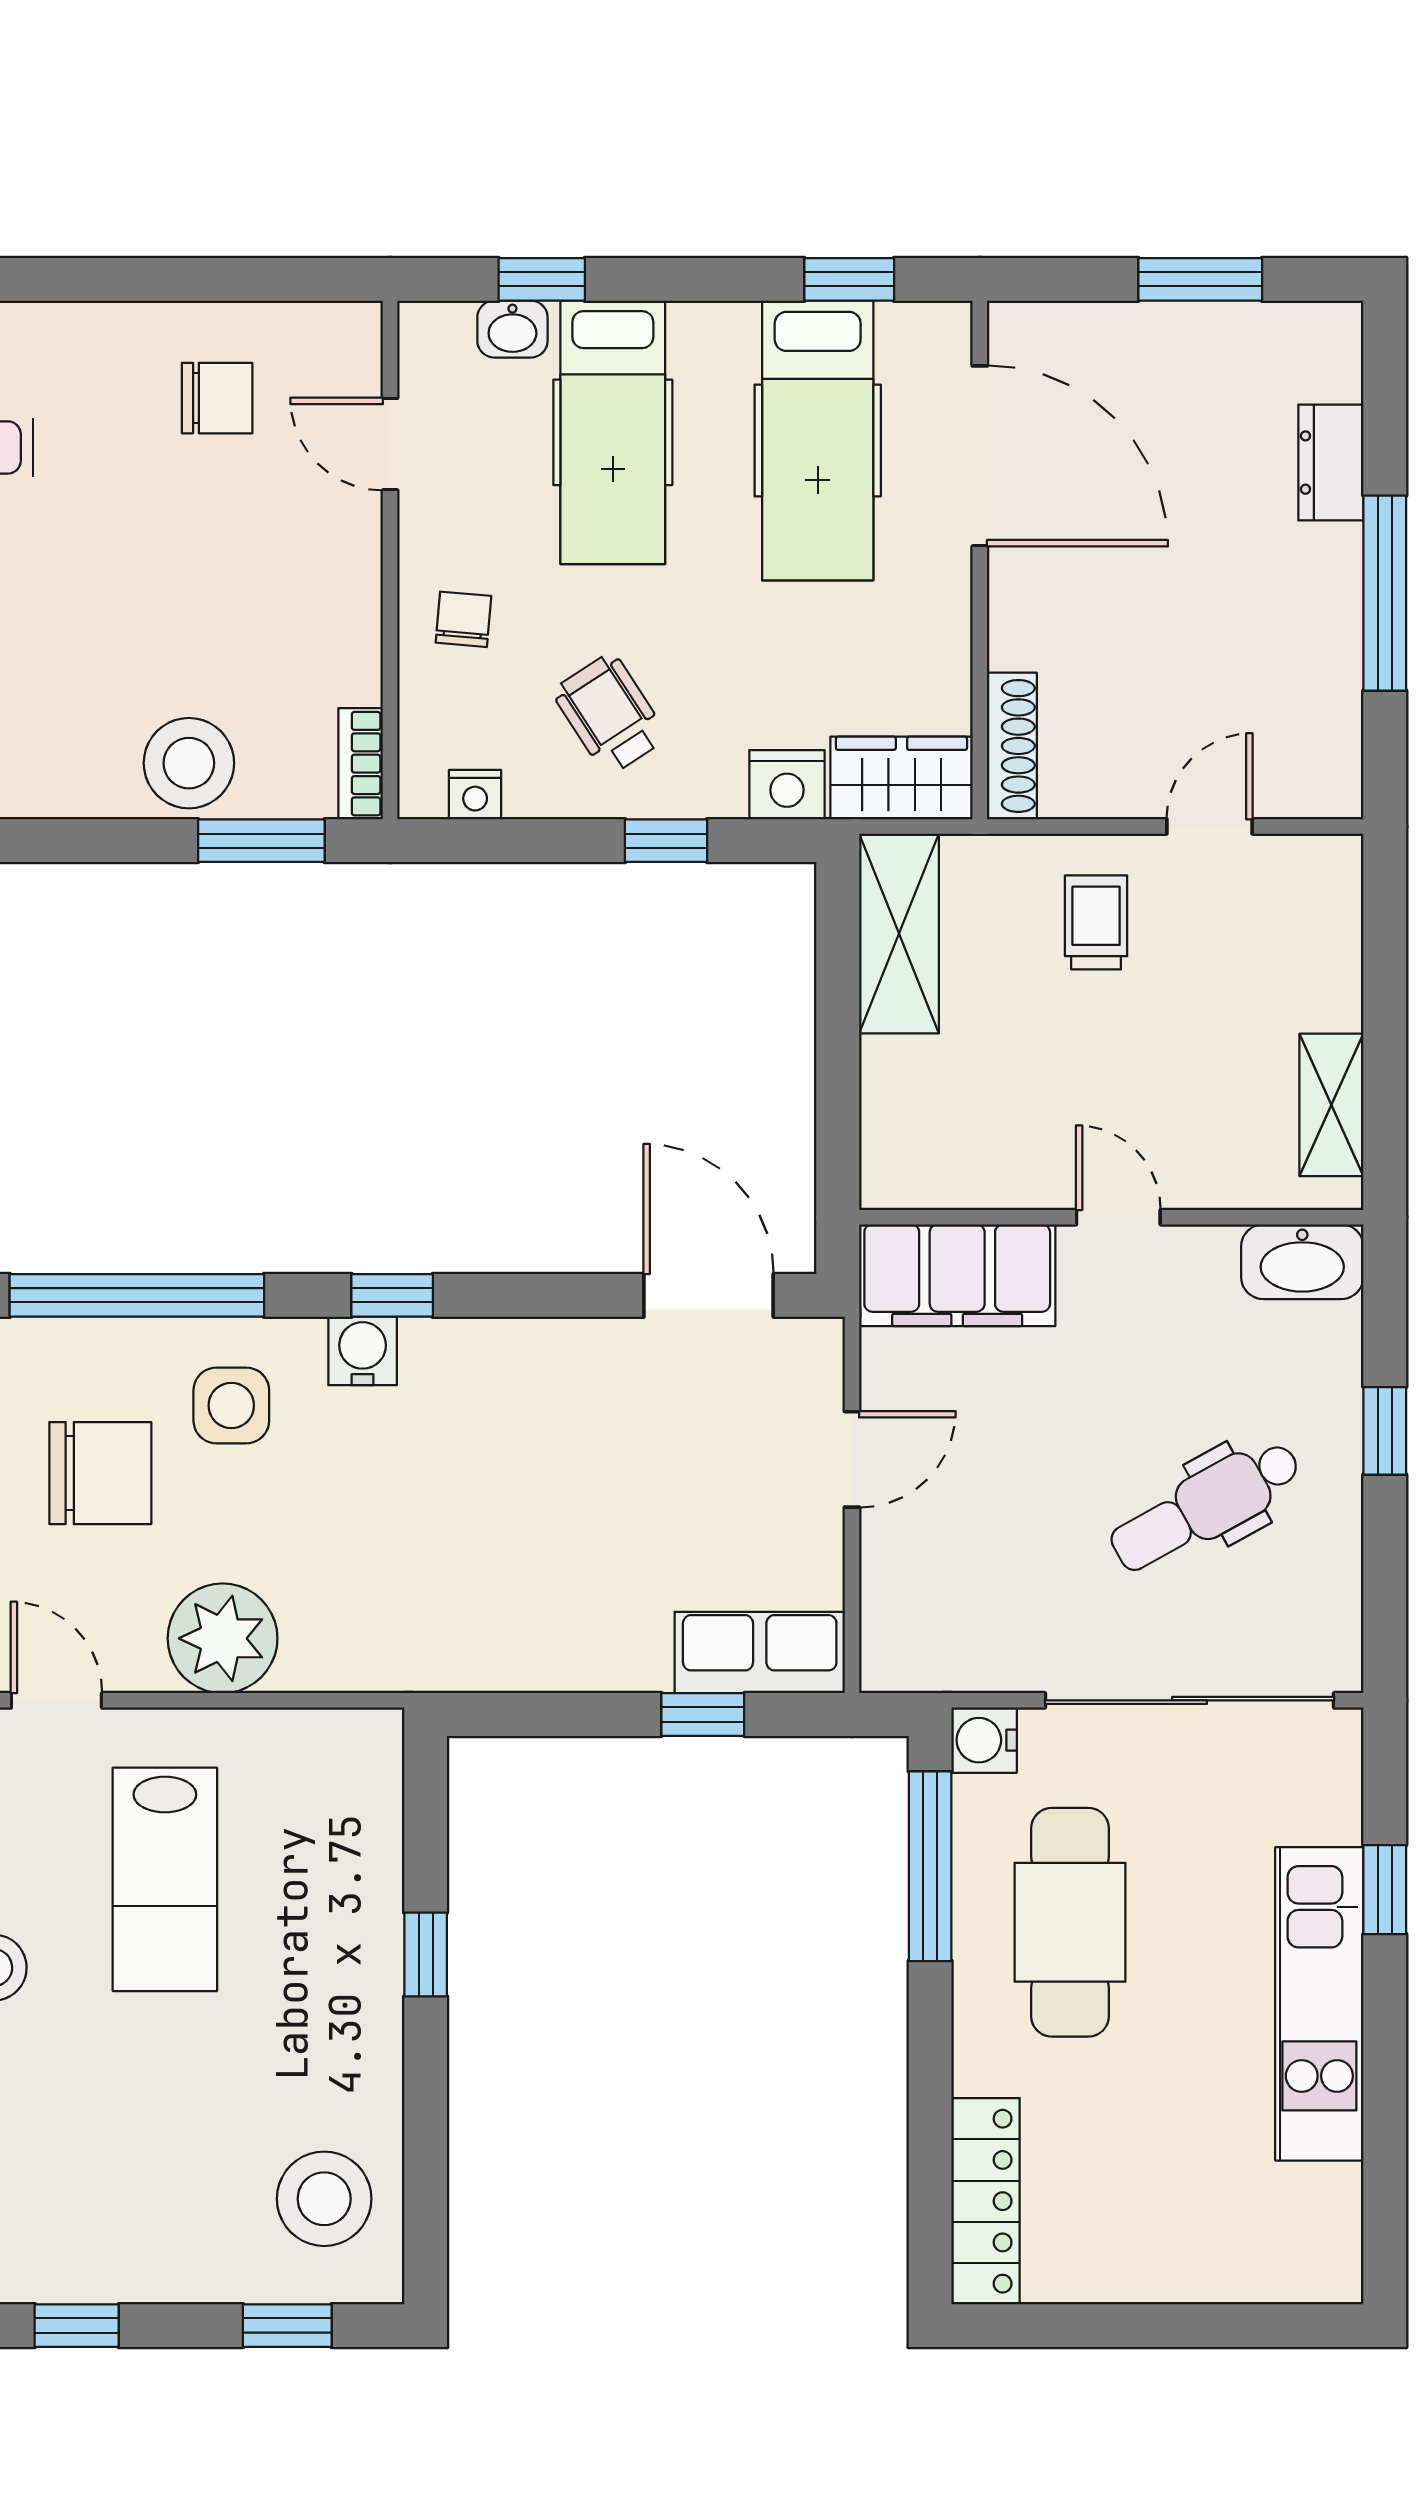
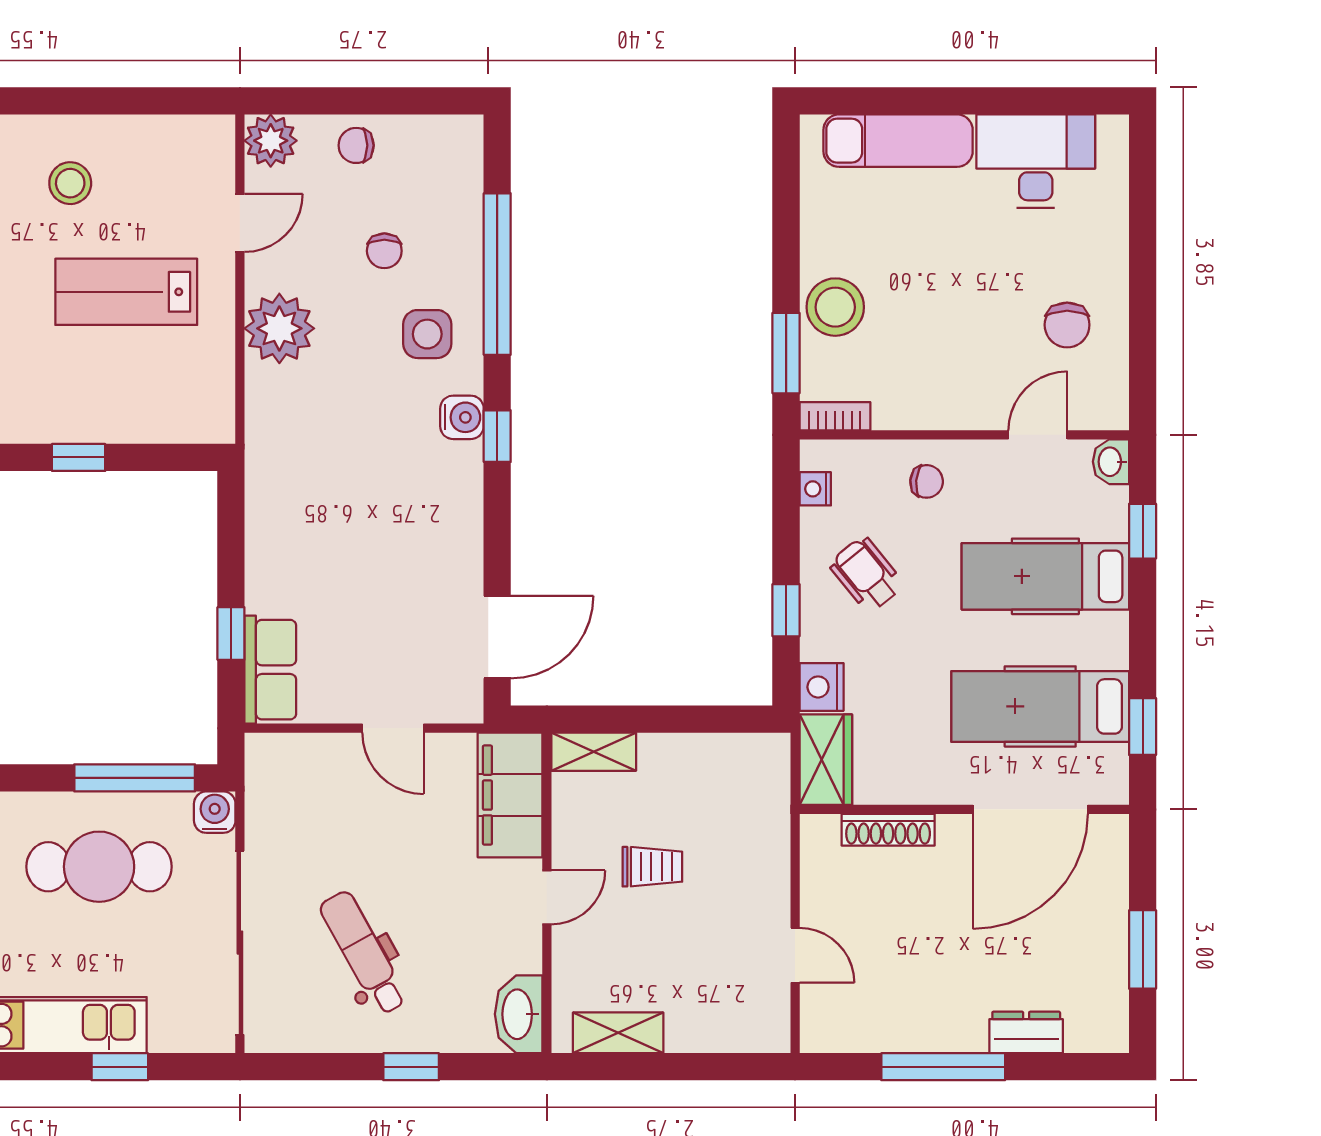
washbasin: (512, 329) -> (1111, 462), moved
wheelchair: (610, 714) -> (866, 574), turned -96
shoe rack: (1012, 746) -> (888, 830), moved
trolley: (1096, 922) -> (652, 867), moved
shelving: (899, 933) -> (594, 752), moved, width x0.67, depth x0.75
chair: (100, 1473) -> (384, 251), width x0.54, depth x0.54

